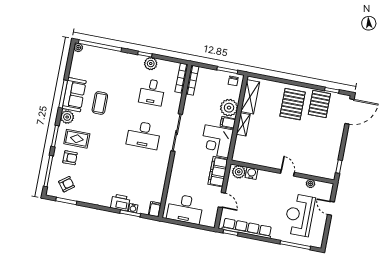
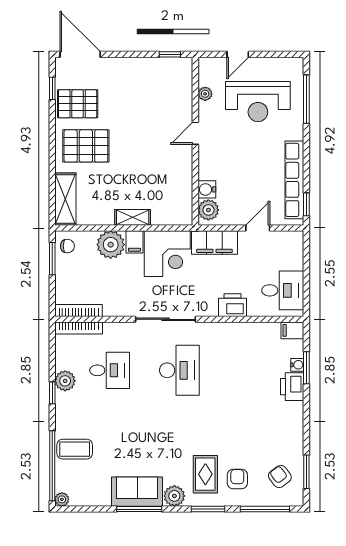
shelving: (250, 97) -> (65, 199), moved, turned 90
coffee table: (100, 103) -> (75, 449), moved
printer: (177, 175) -> (233, 305), added
desk: (185, 209) -> (283, 290), width x0.73

